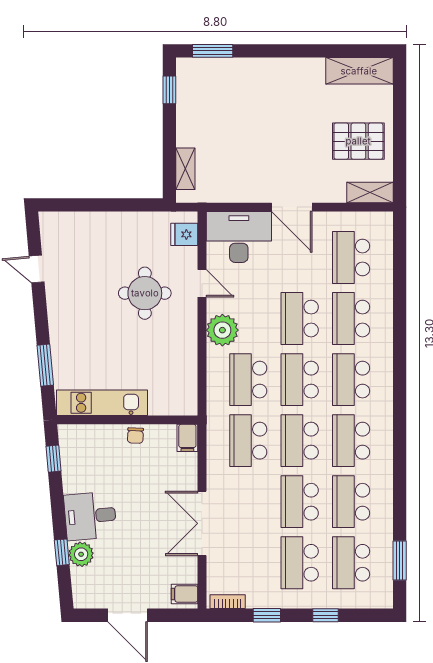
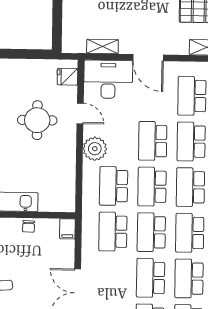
shelving: (185, 169) -> (102, 47), moved, turned 90

